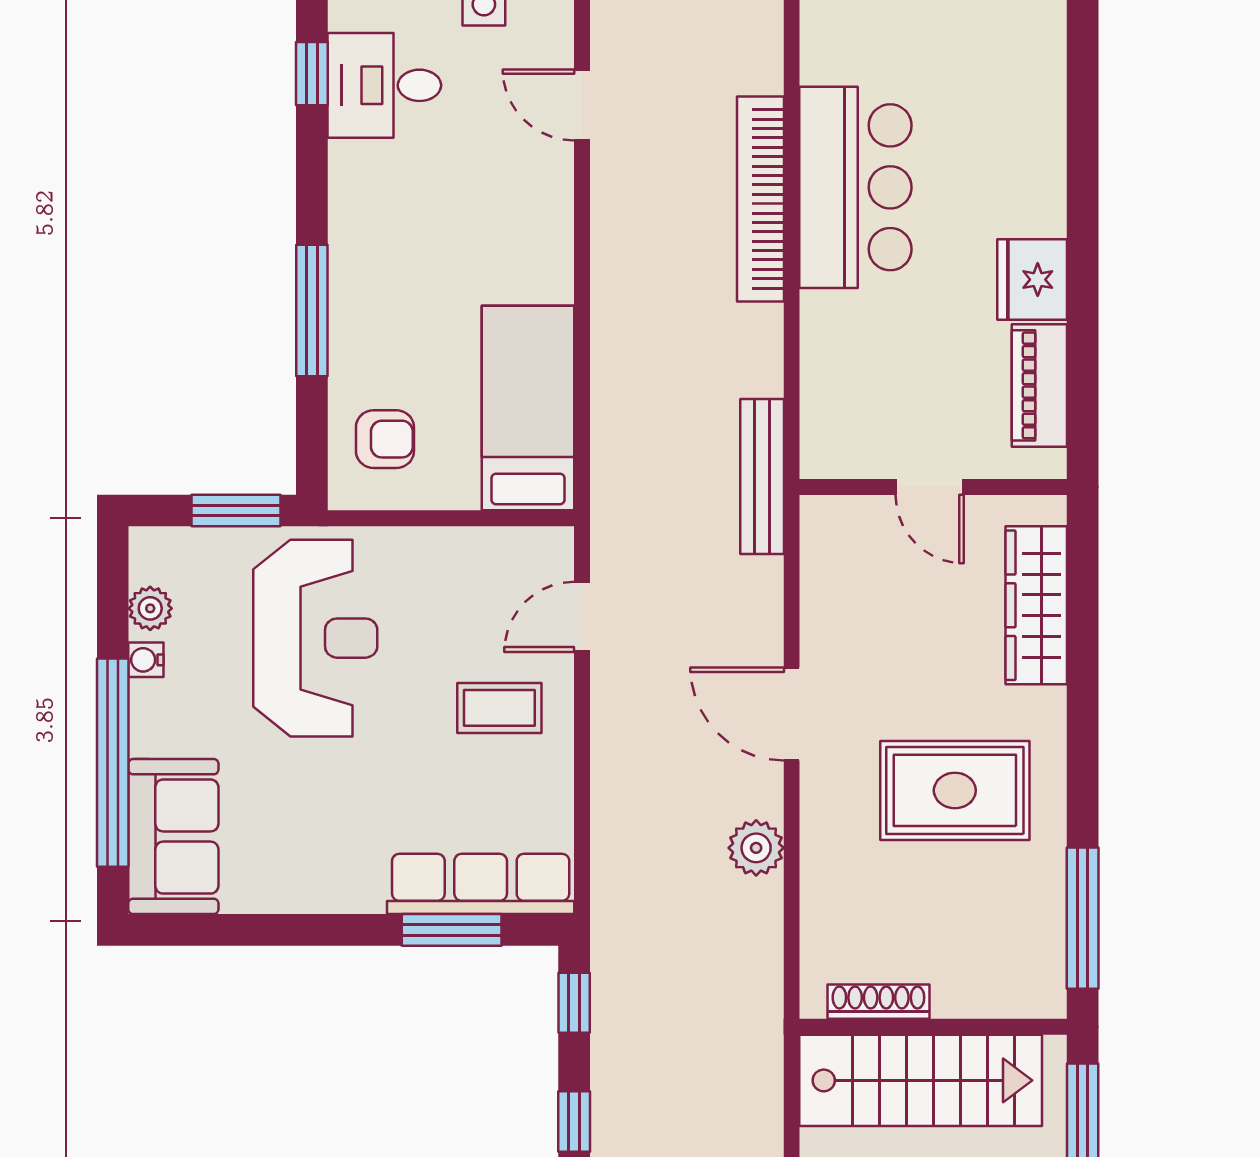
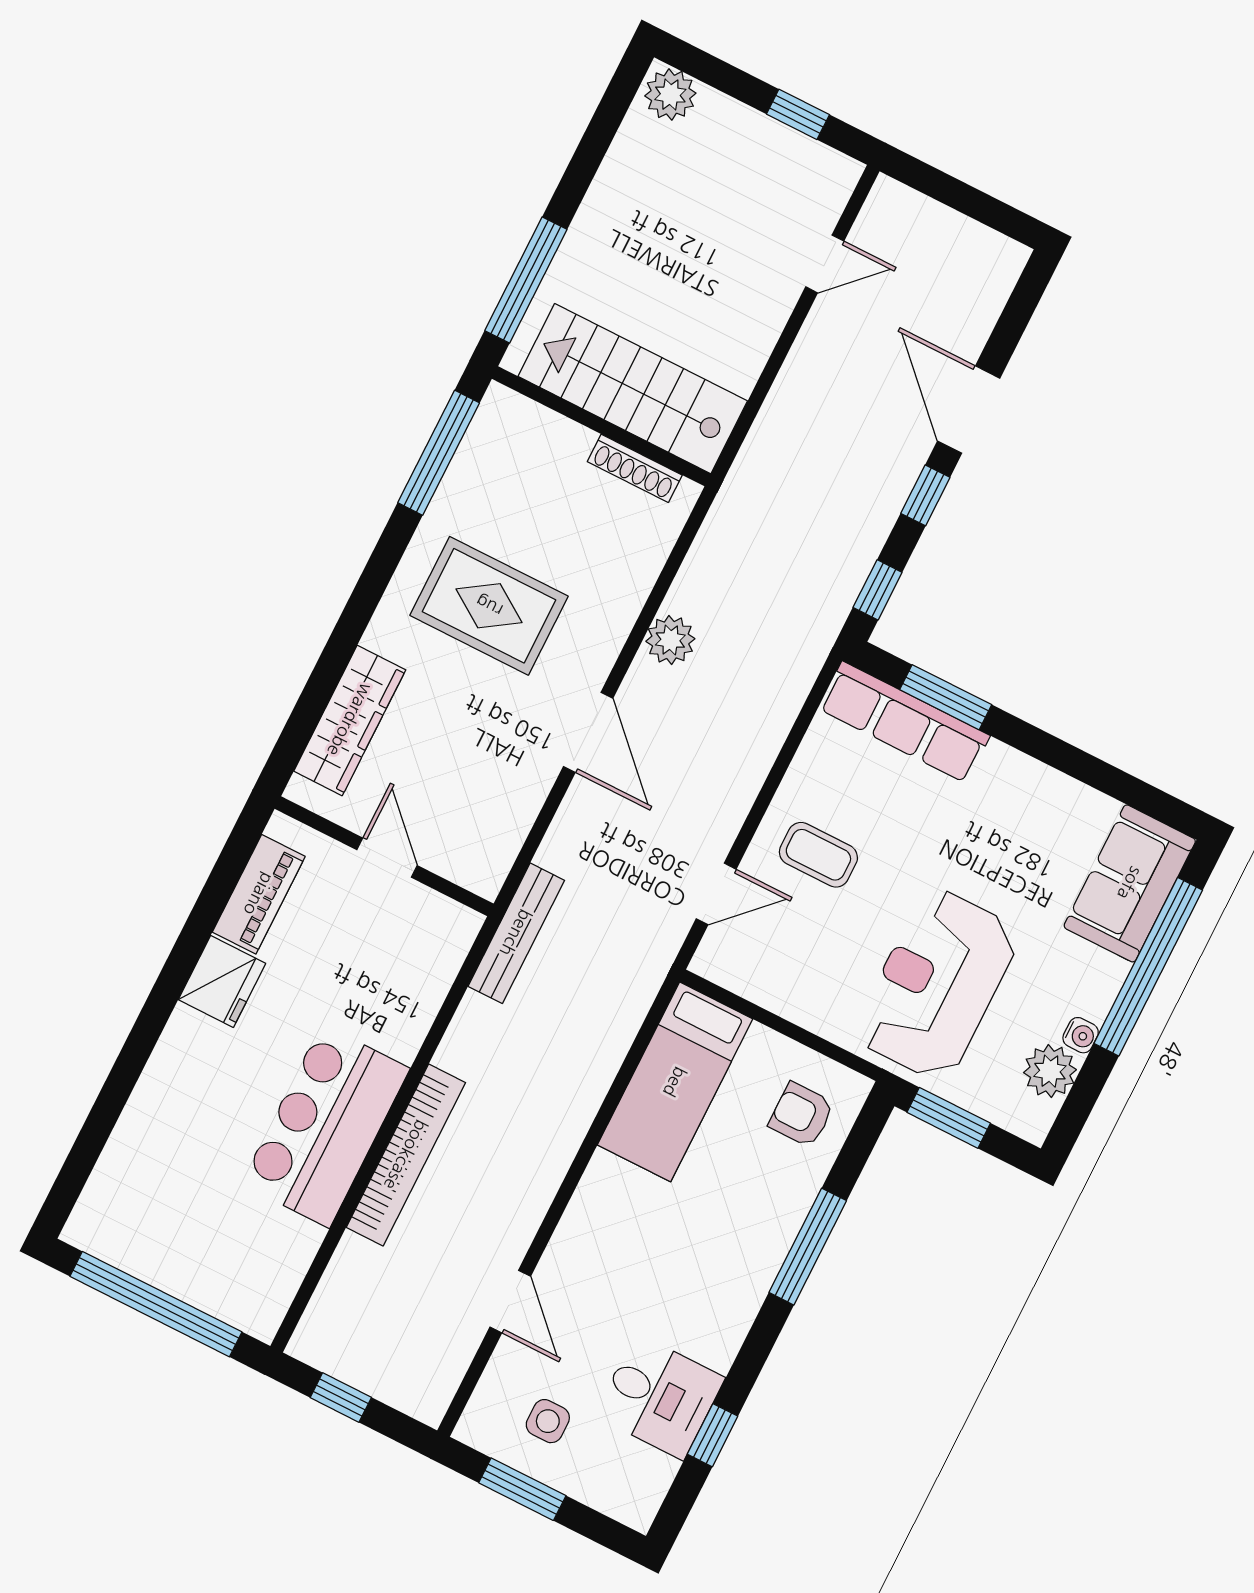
plant: (150, 608) -> (1050, 1071), width x1.38, depth x1.38

